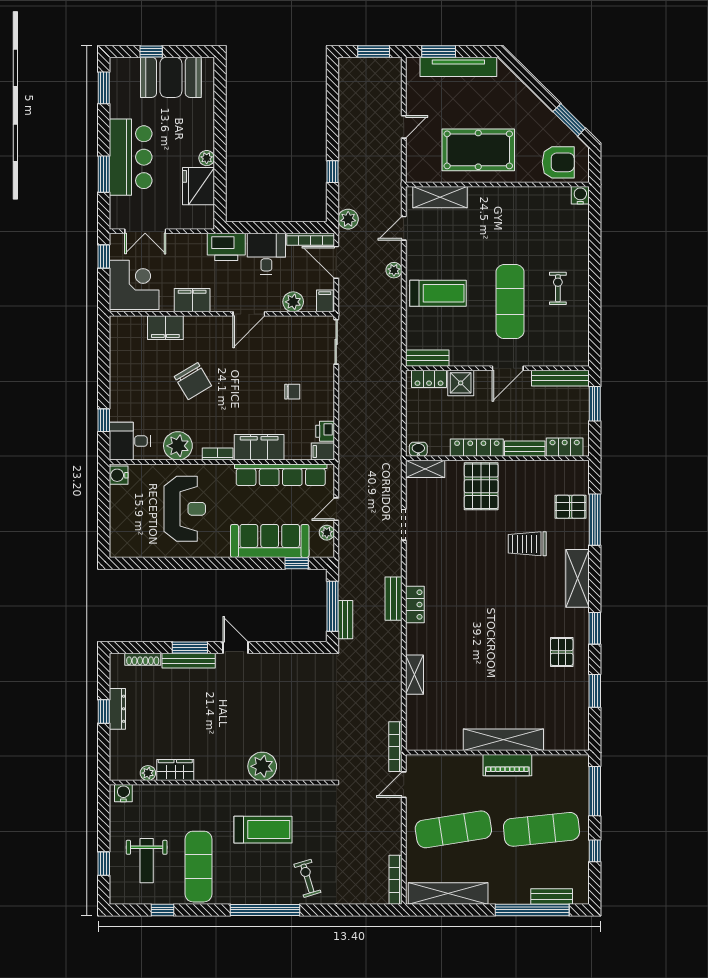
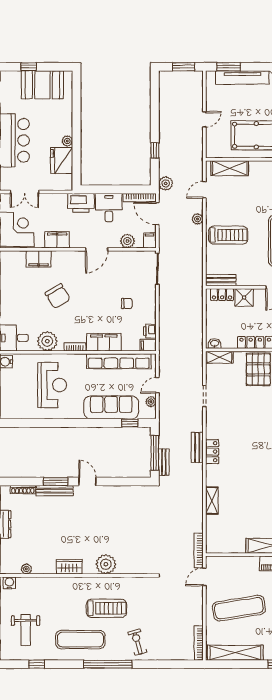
wardrobe: (175, 770) -> (69, 567), moved
exercise mat: (198, 867) -> (80, 640), moved, turned 90

